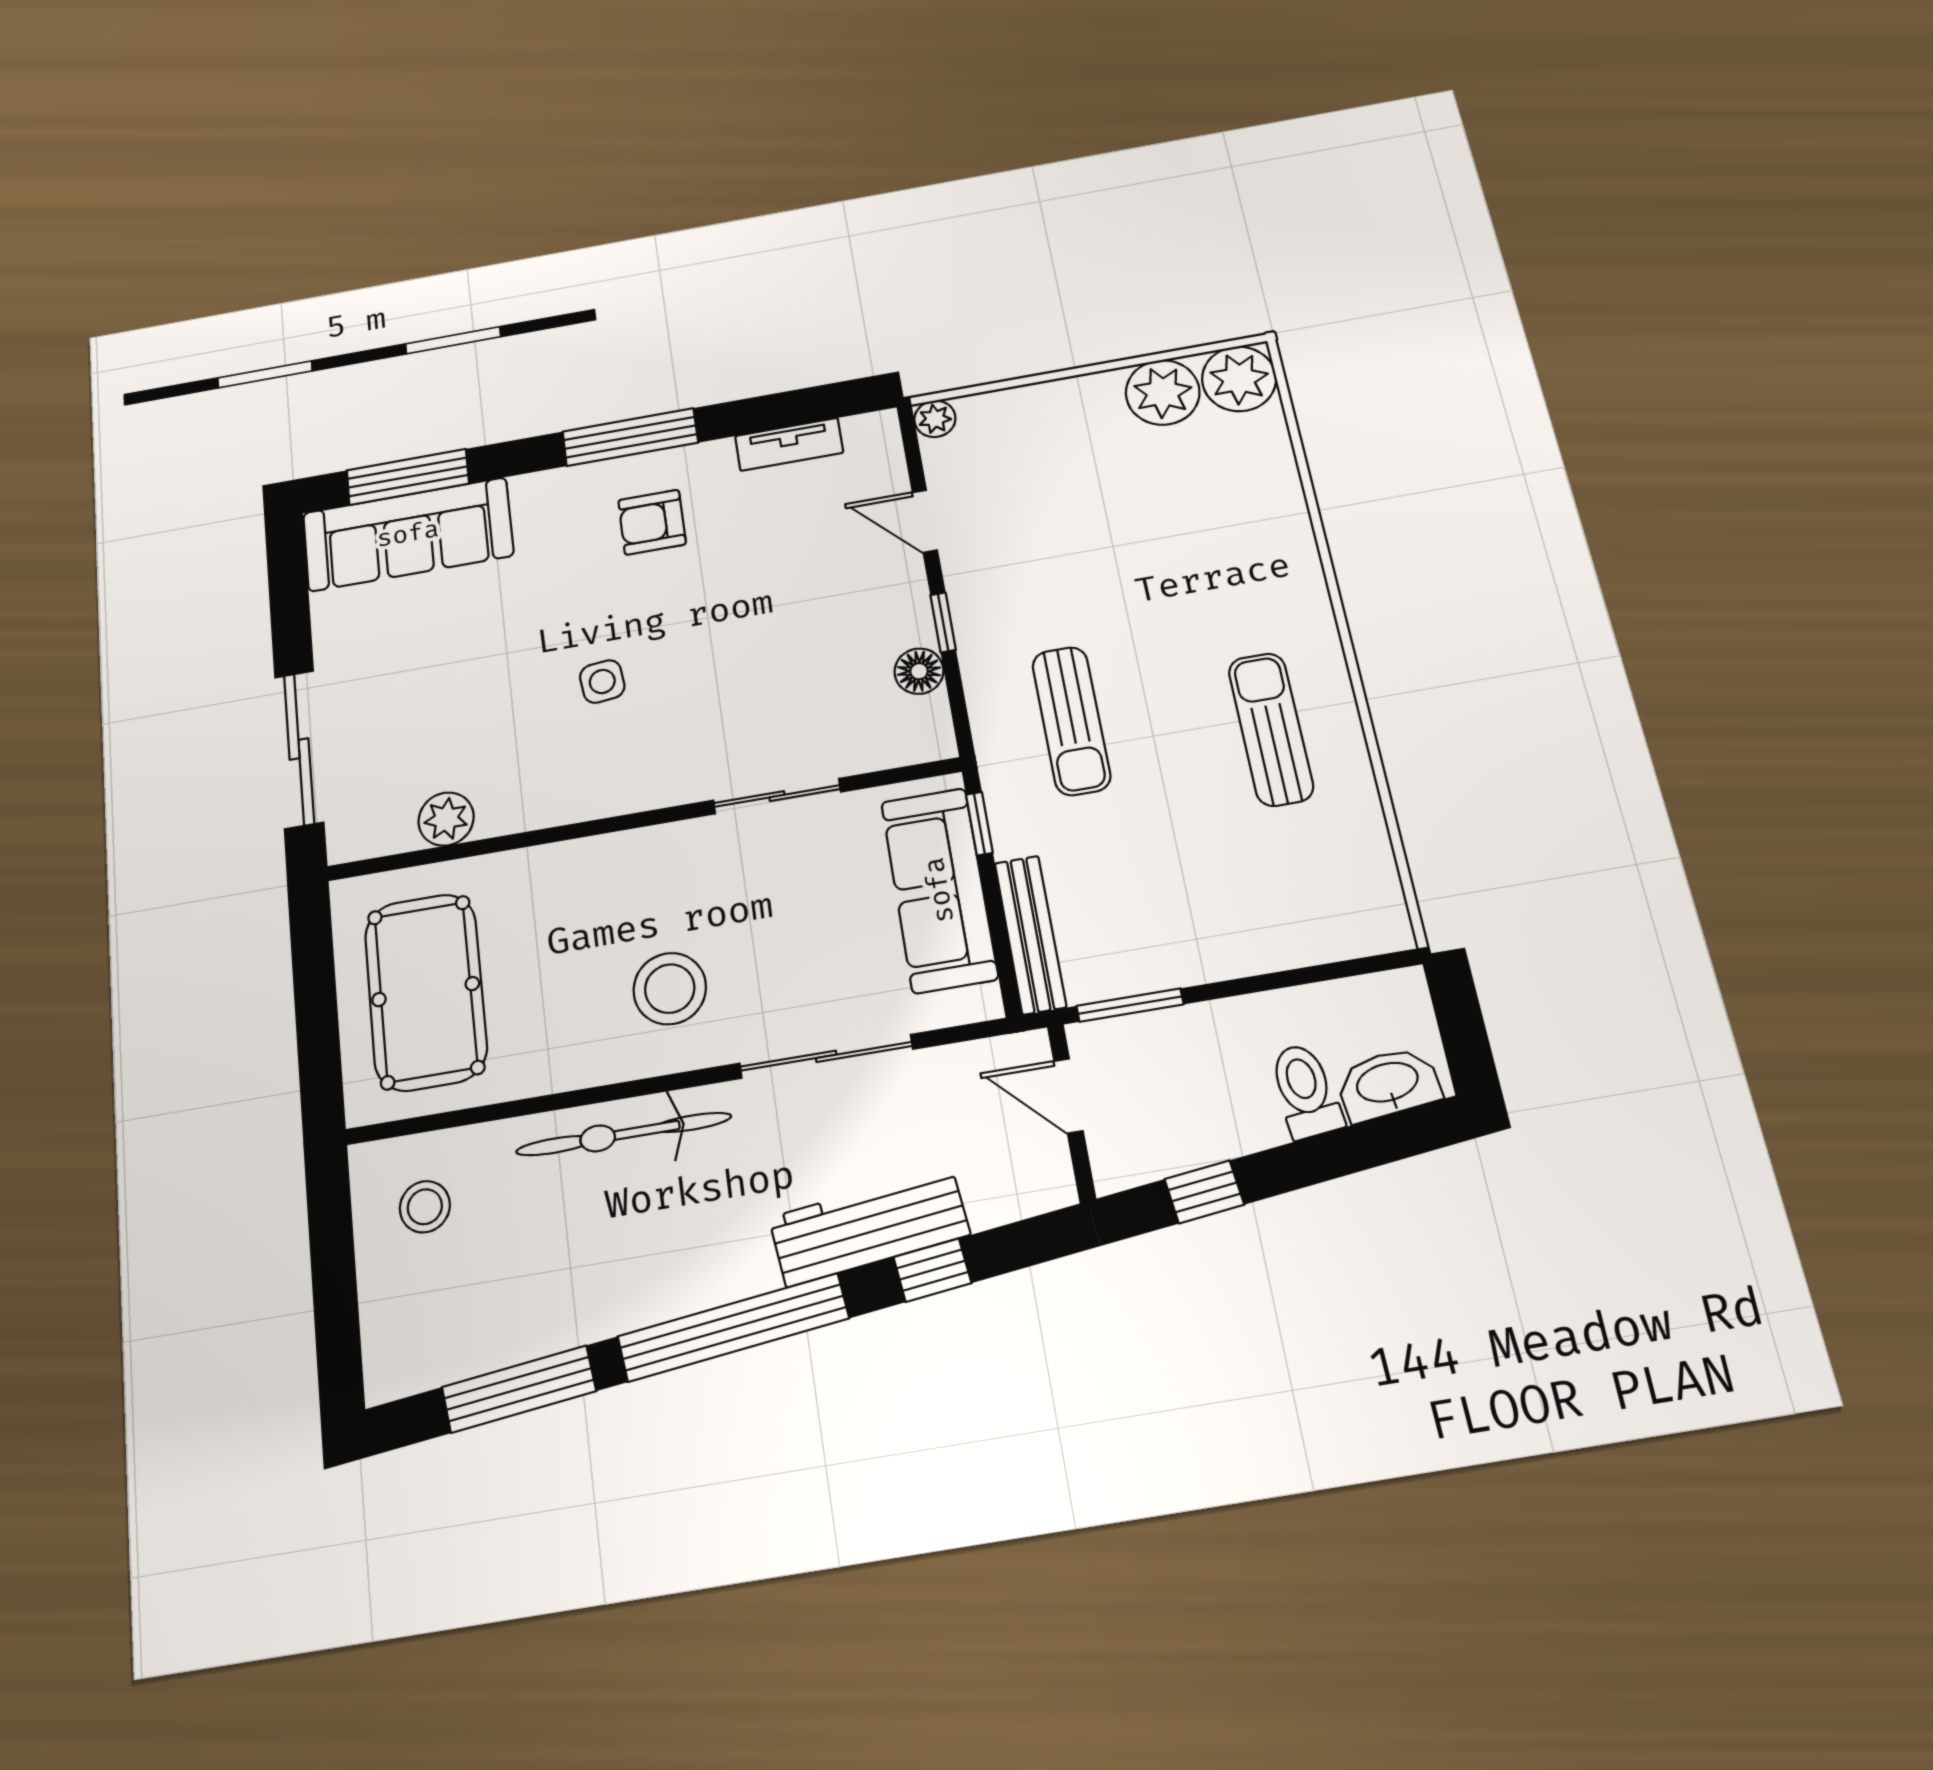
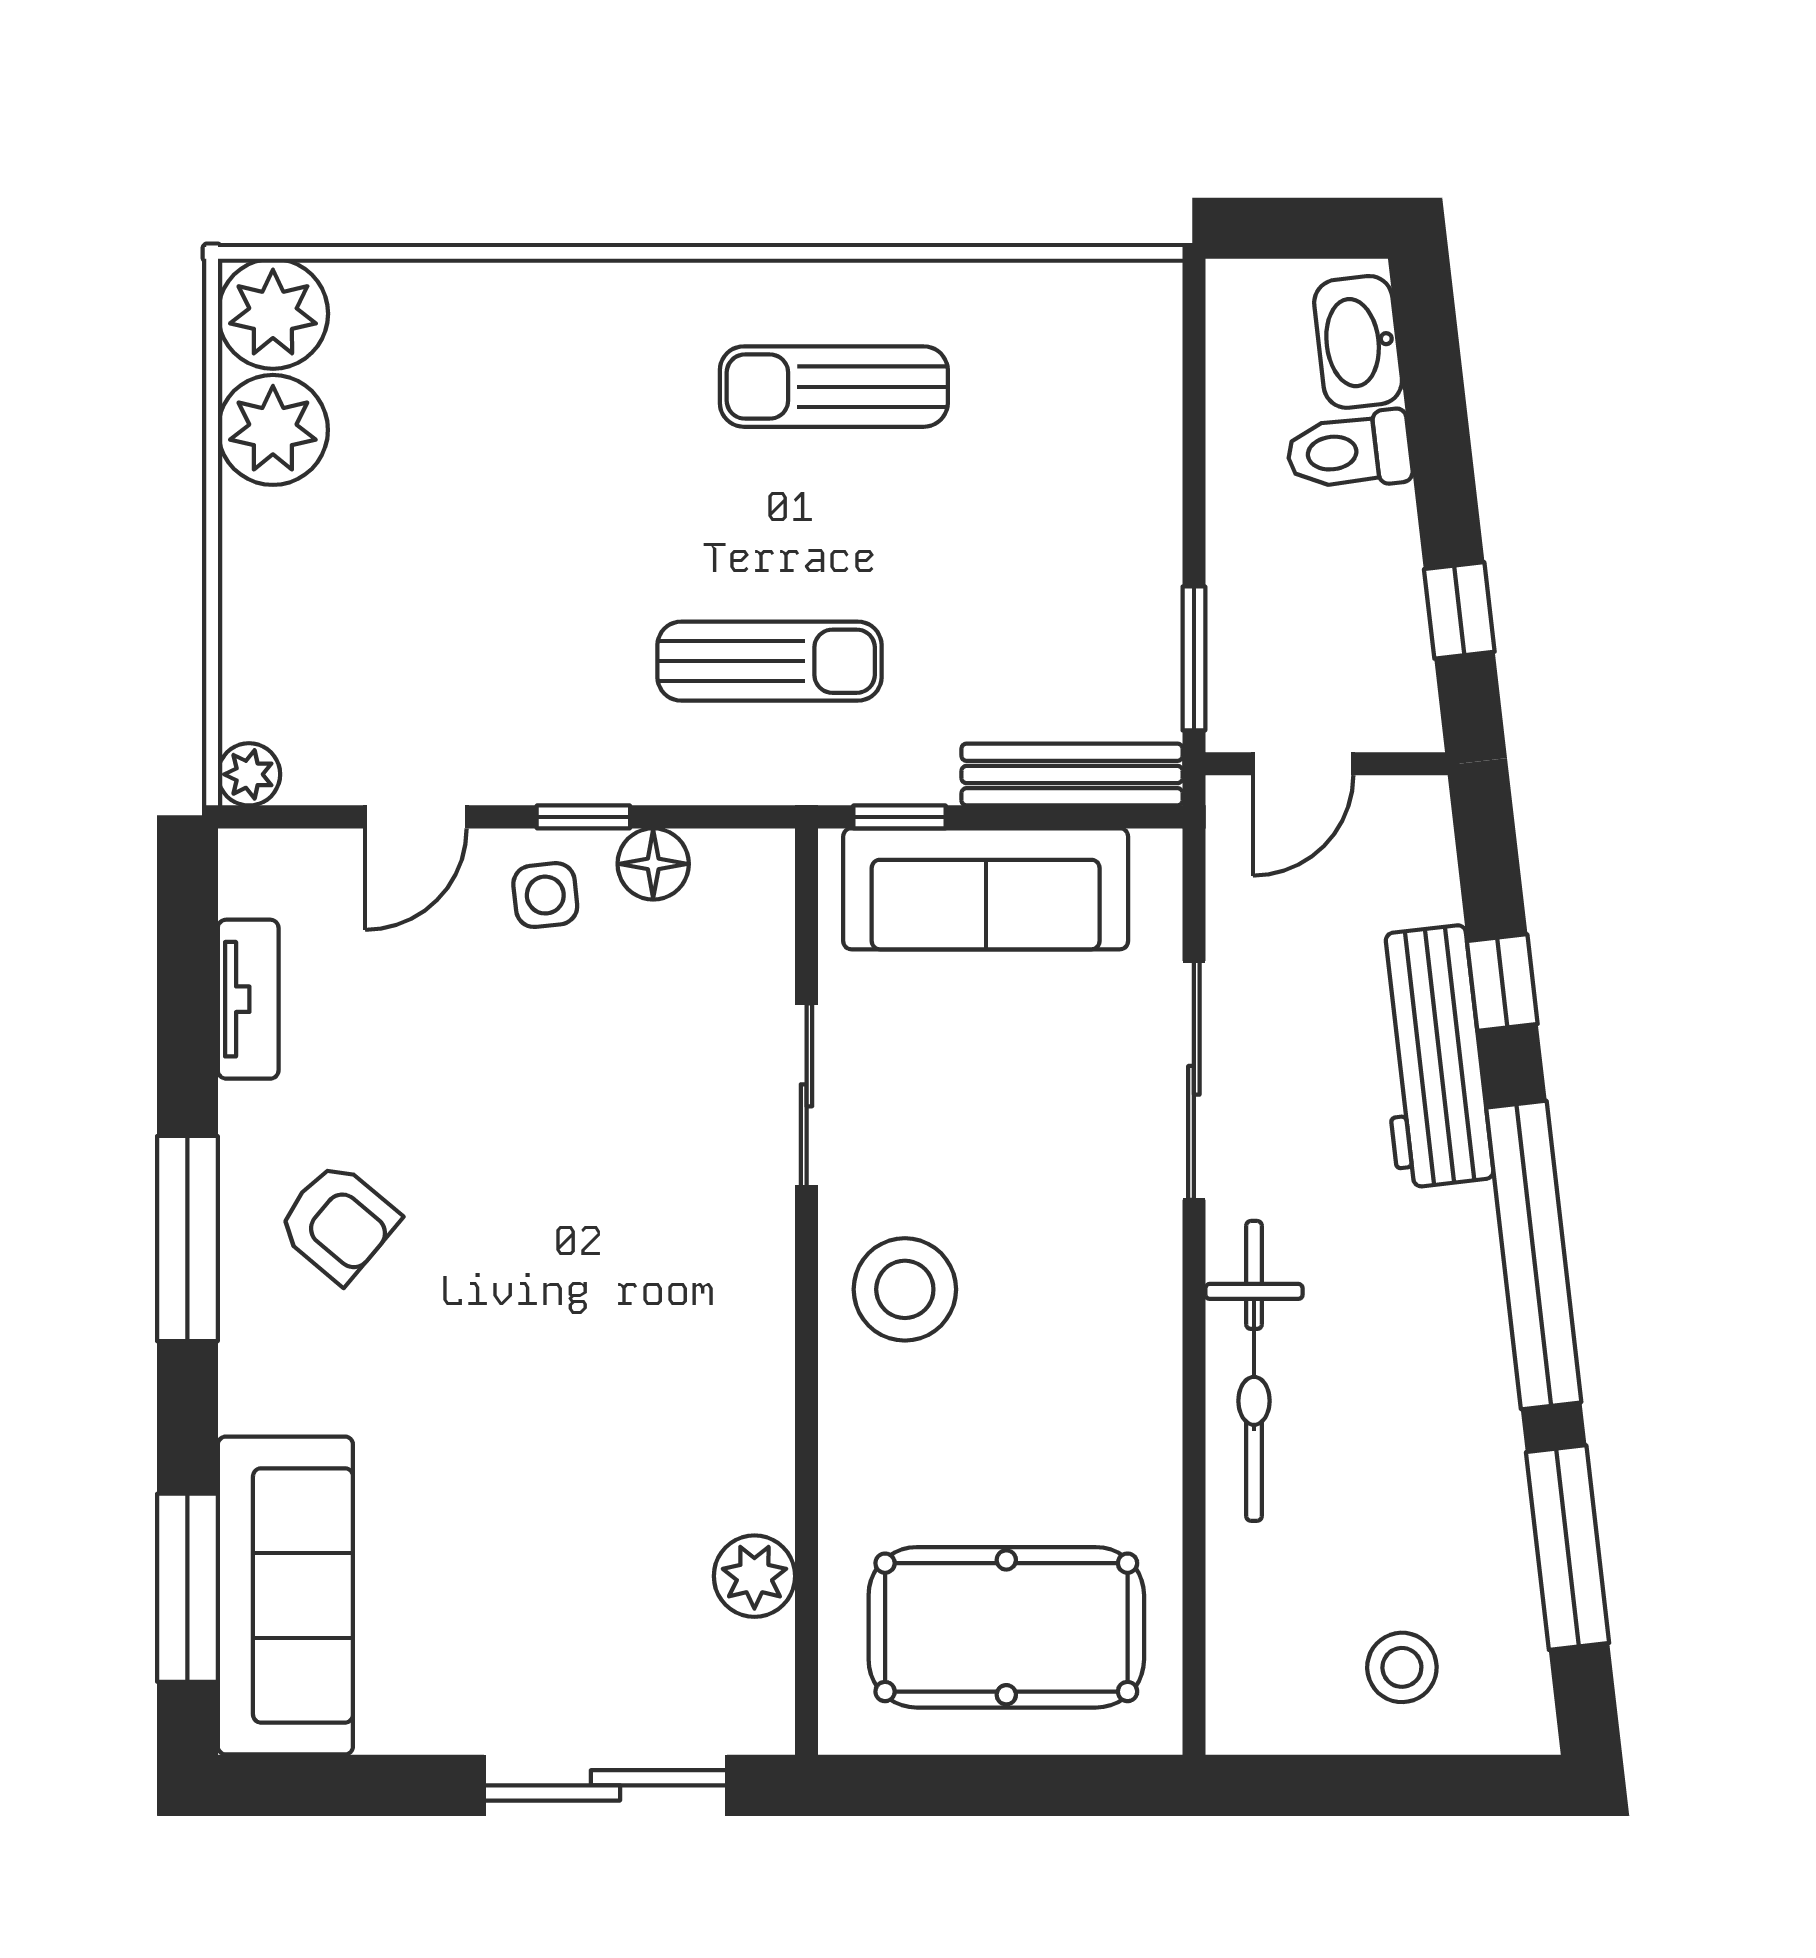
armchair: (652, 522) -> (338, 1222), turned -50
side table: (602, 681) -> (545, 895), moved
stool: (670, 989) -> (905, 1289), moved
stool: (425, 1207) -> (1402, 1667), moved

